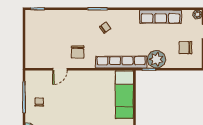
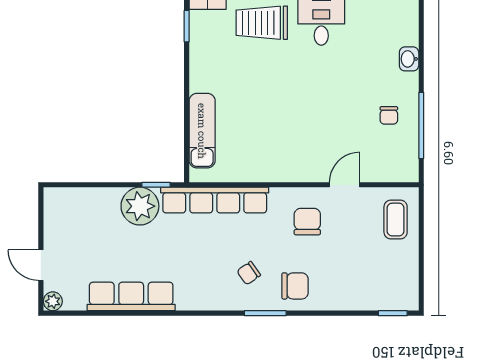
chair: (186, 48) -> (295, 286), moved
coffee table: (36, 53) -> (396, 220), added
exam couch: (124, 95) -> (202, 131), width x0.73, depth x0.69

